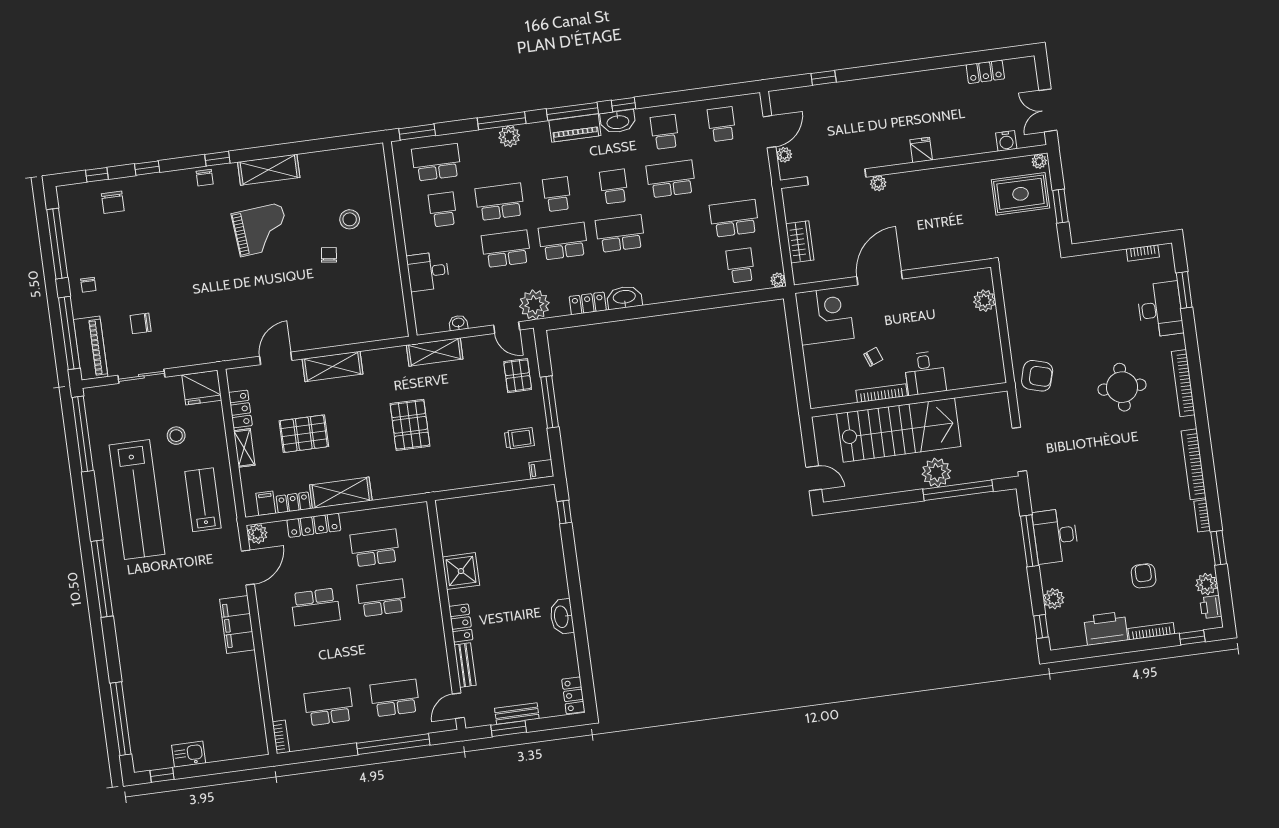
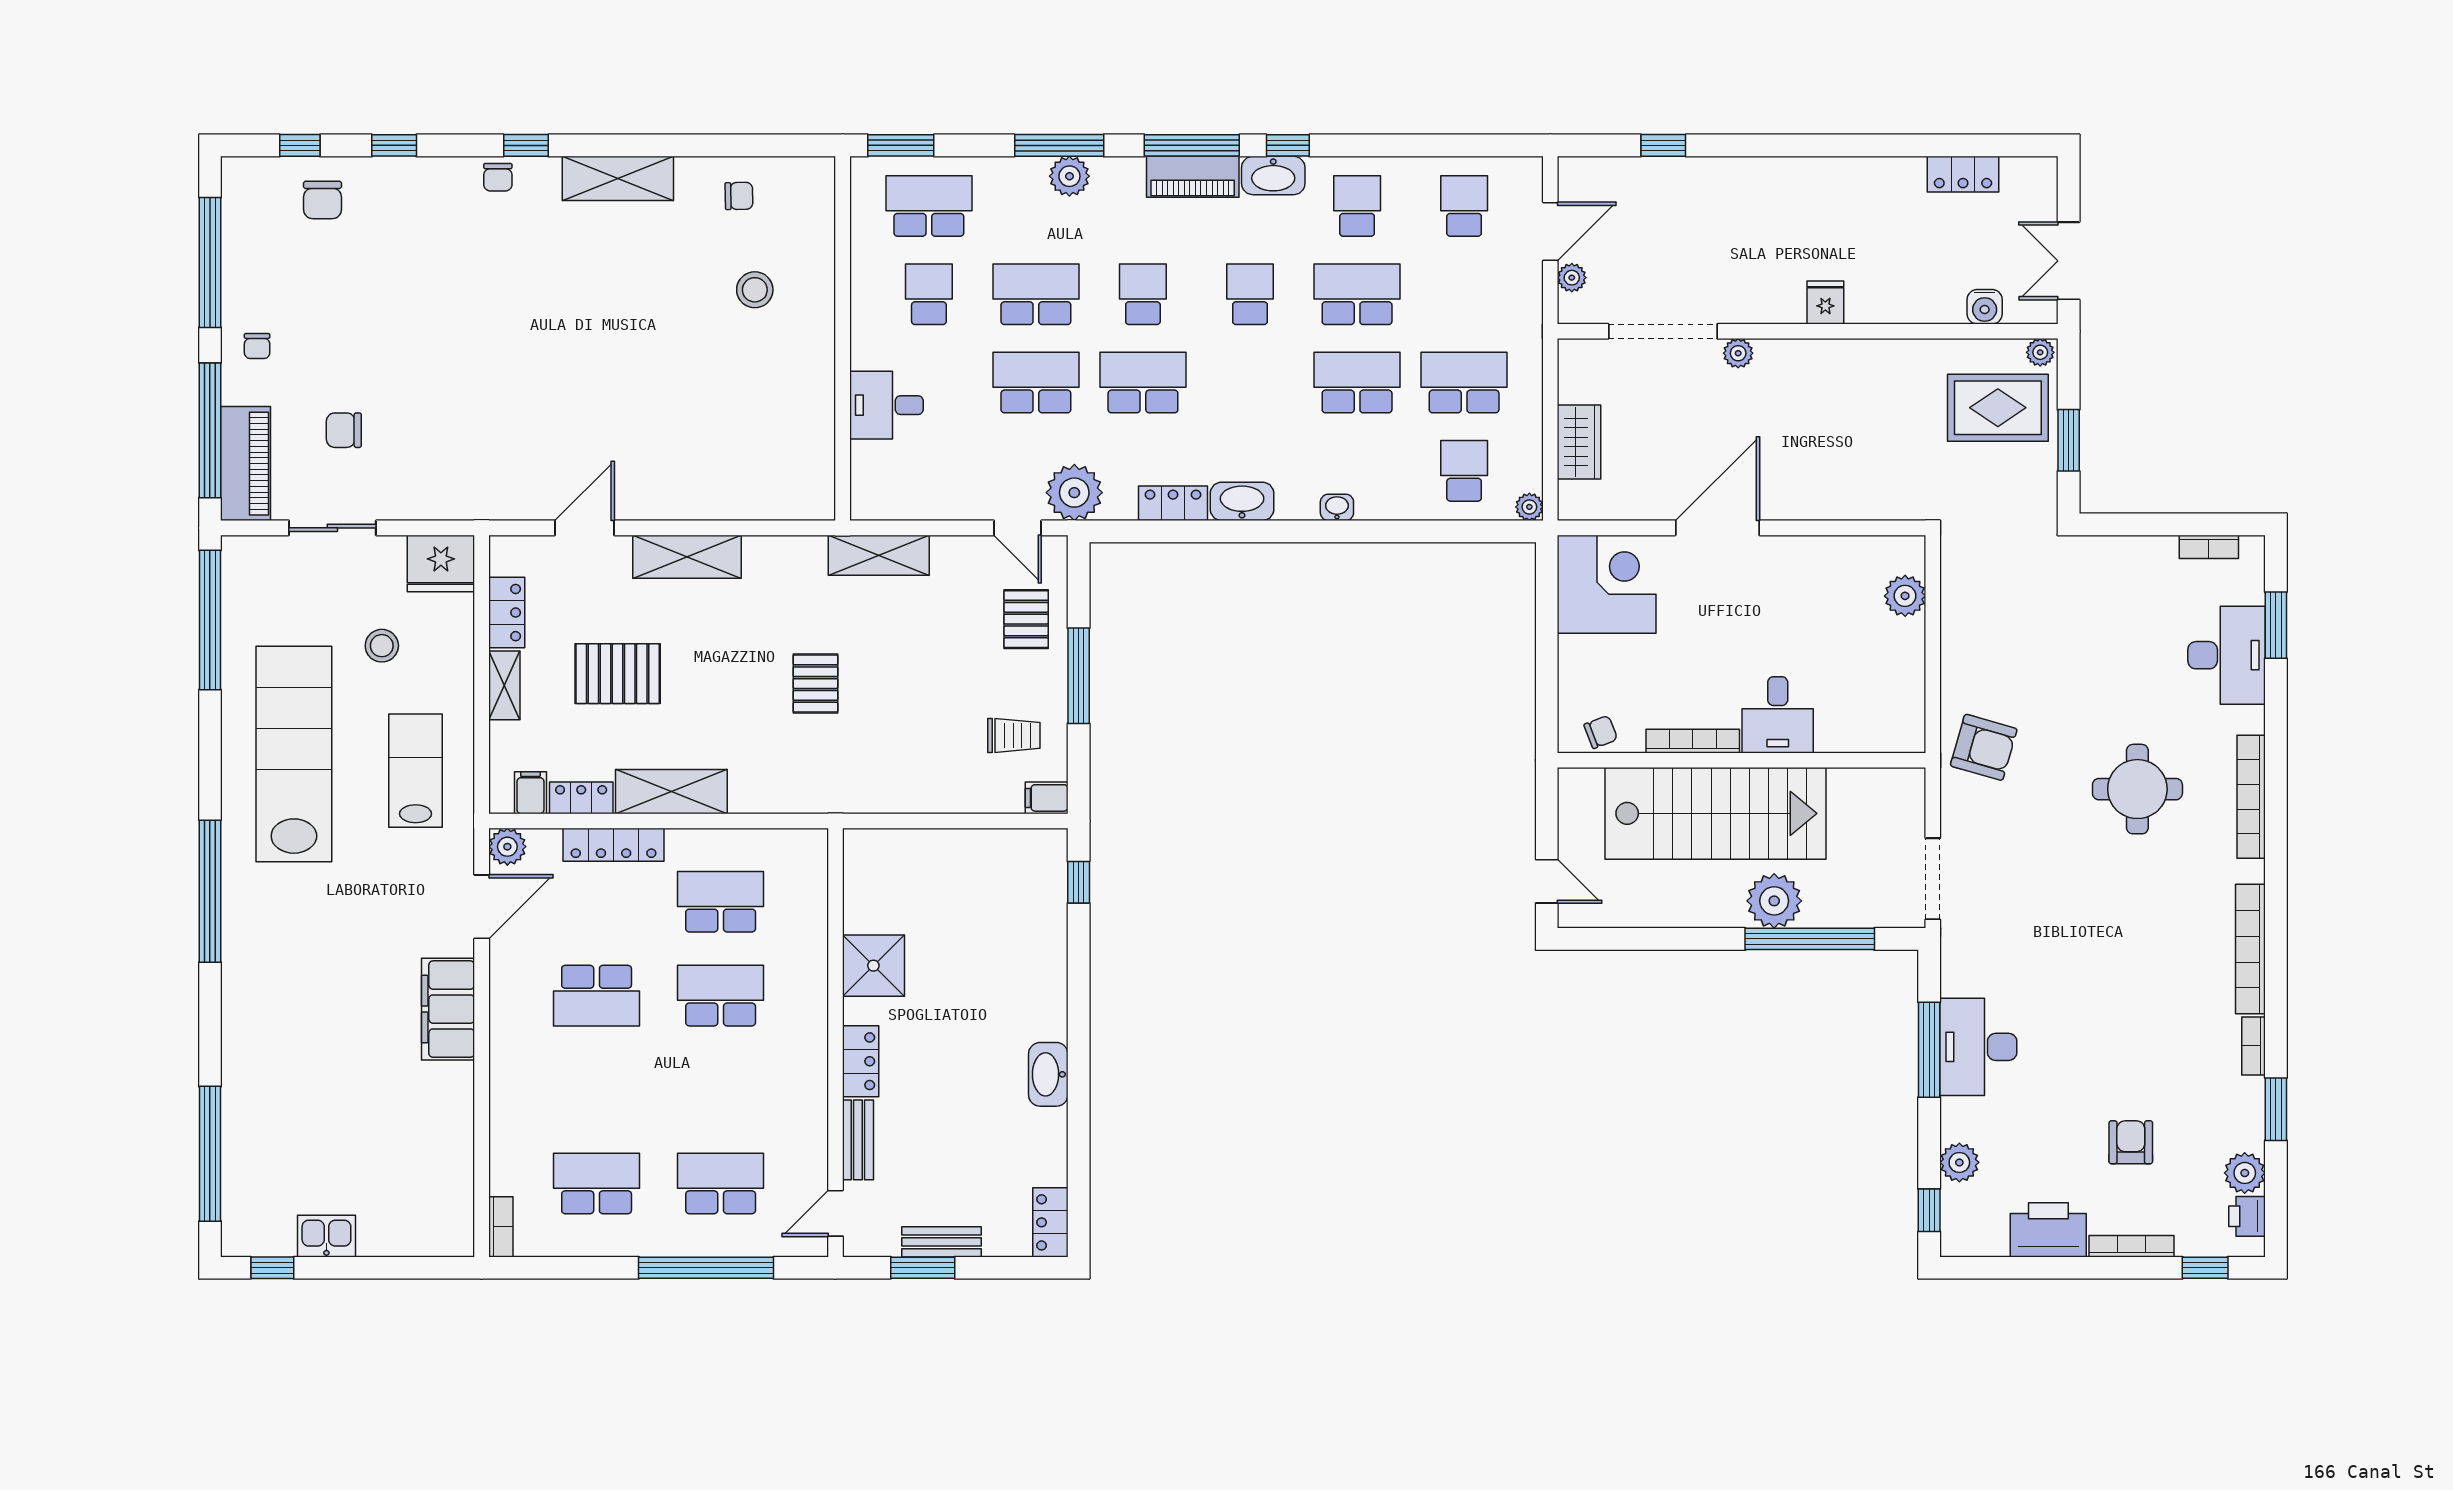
grand piano: (261, 230) -> (589, 287), removed
school desk: (620, 234) -> (1357, 383), moved
chair: (329, 255) -> (739, 196), moved, turned 82
washbasin: (458, 323) -> (1337, 507), moved
chair: (873, 357) -> (1601, 732), moved
pallet: (410, 425) -> (815, 684), width x0.67, depth x0.71
lab bench: (137, 500) -> (294, 754), turned 180

